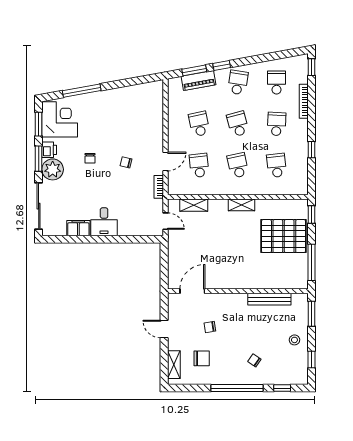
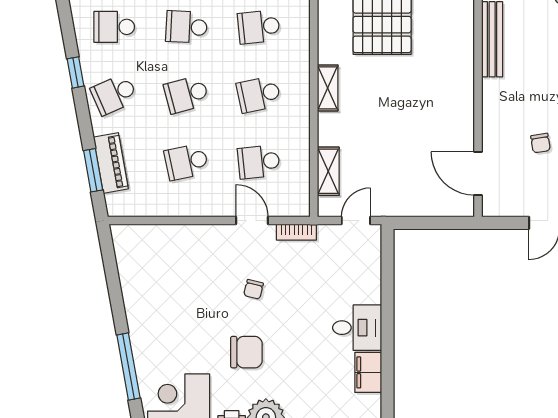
window: (222, 65) -> (75, 72), moved
school desk: (238, 82) -> (114, 94), turned -33
chair: (90, 158) -> (246, 352), width x1.87, depth x1.87

